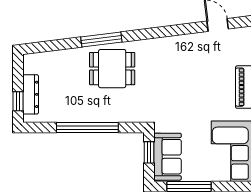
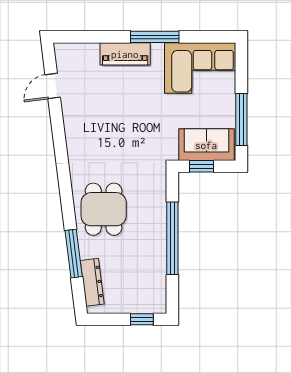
window: (101, 40) -> (74, 254), moved
dresser: (31, 94) -> (92, 282), moved, turned 83

